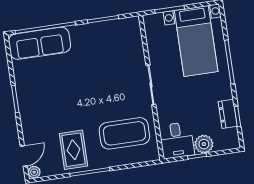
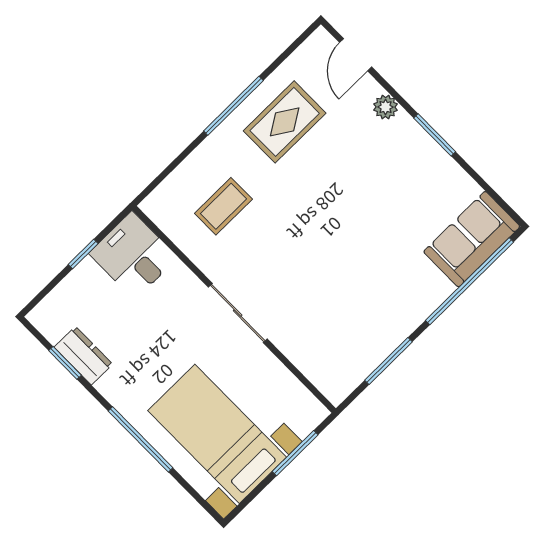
sofa: (39, 43) -> (472, 239), width x0.73
coffee table: (124, 133) -> (223, 206), width x0.54, depth x0.58
plant: (204, 144) -> (86, 281), removed
rug: (74, 150) -> (285, 122), turned 90
plant: (34, 172) -> (386, 107), moved

